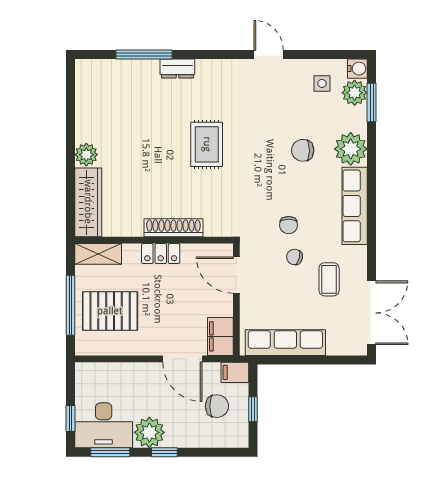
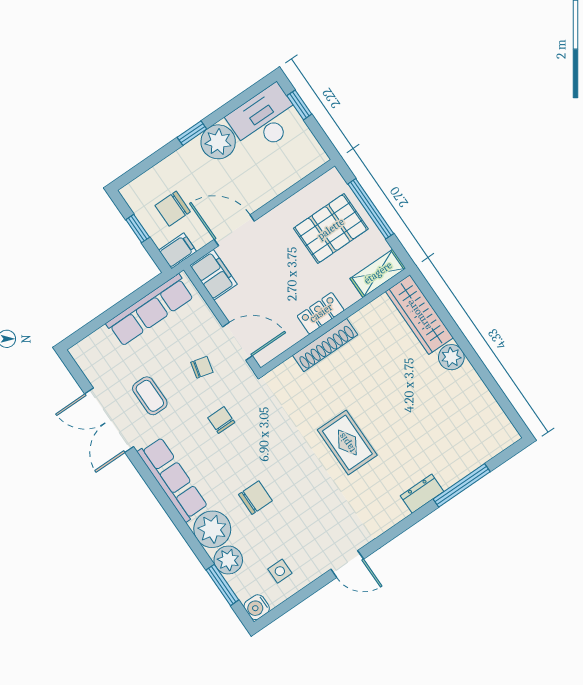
plant: (355, 93) -> (228, 560), moved
chair: (295, 257) -> (202, 367), moved
double door: (372, 313) -> (109, 420), moved
window: (110, 452) -> (242, 99), removed

